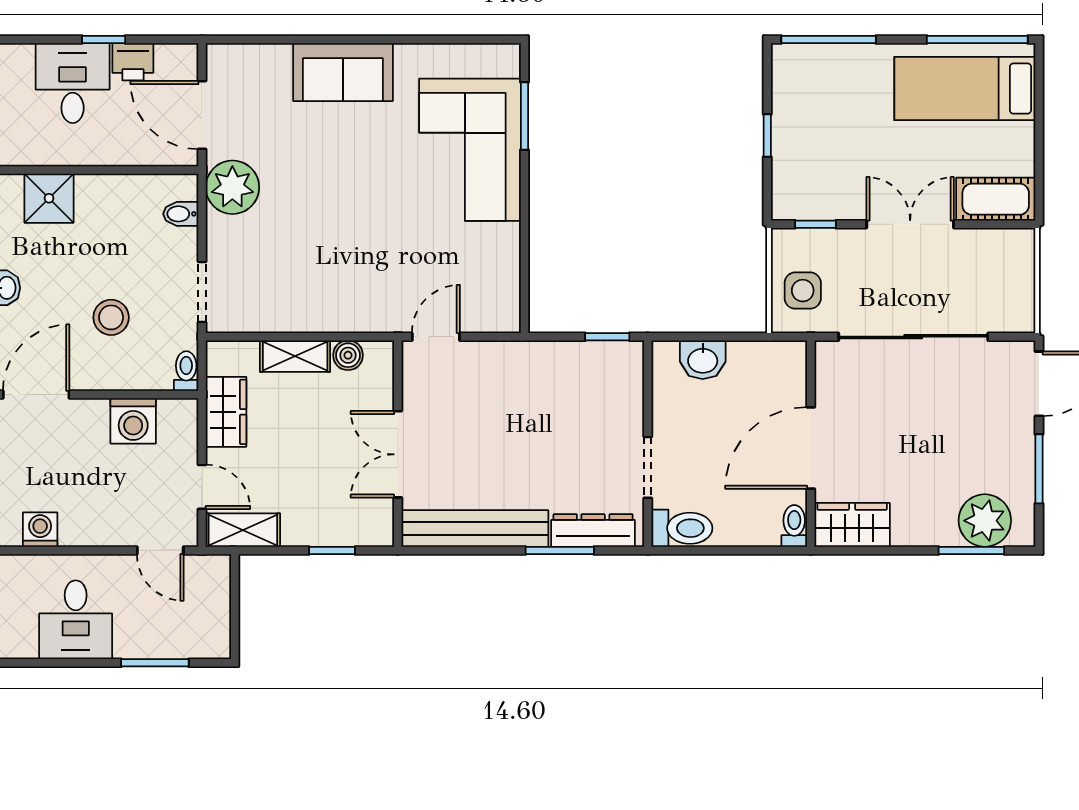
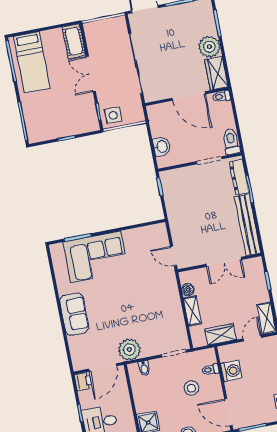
printer: (133, 62) -> (83, 381), moved
side table: (803, 291) -> (113, 115), moved
toilet: (186, 371) -> (210, 370), moved
plant: (985, 521) -> (209, 47), moved

